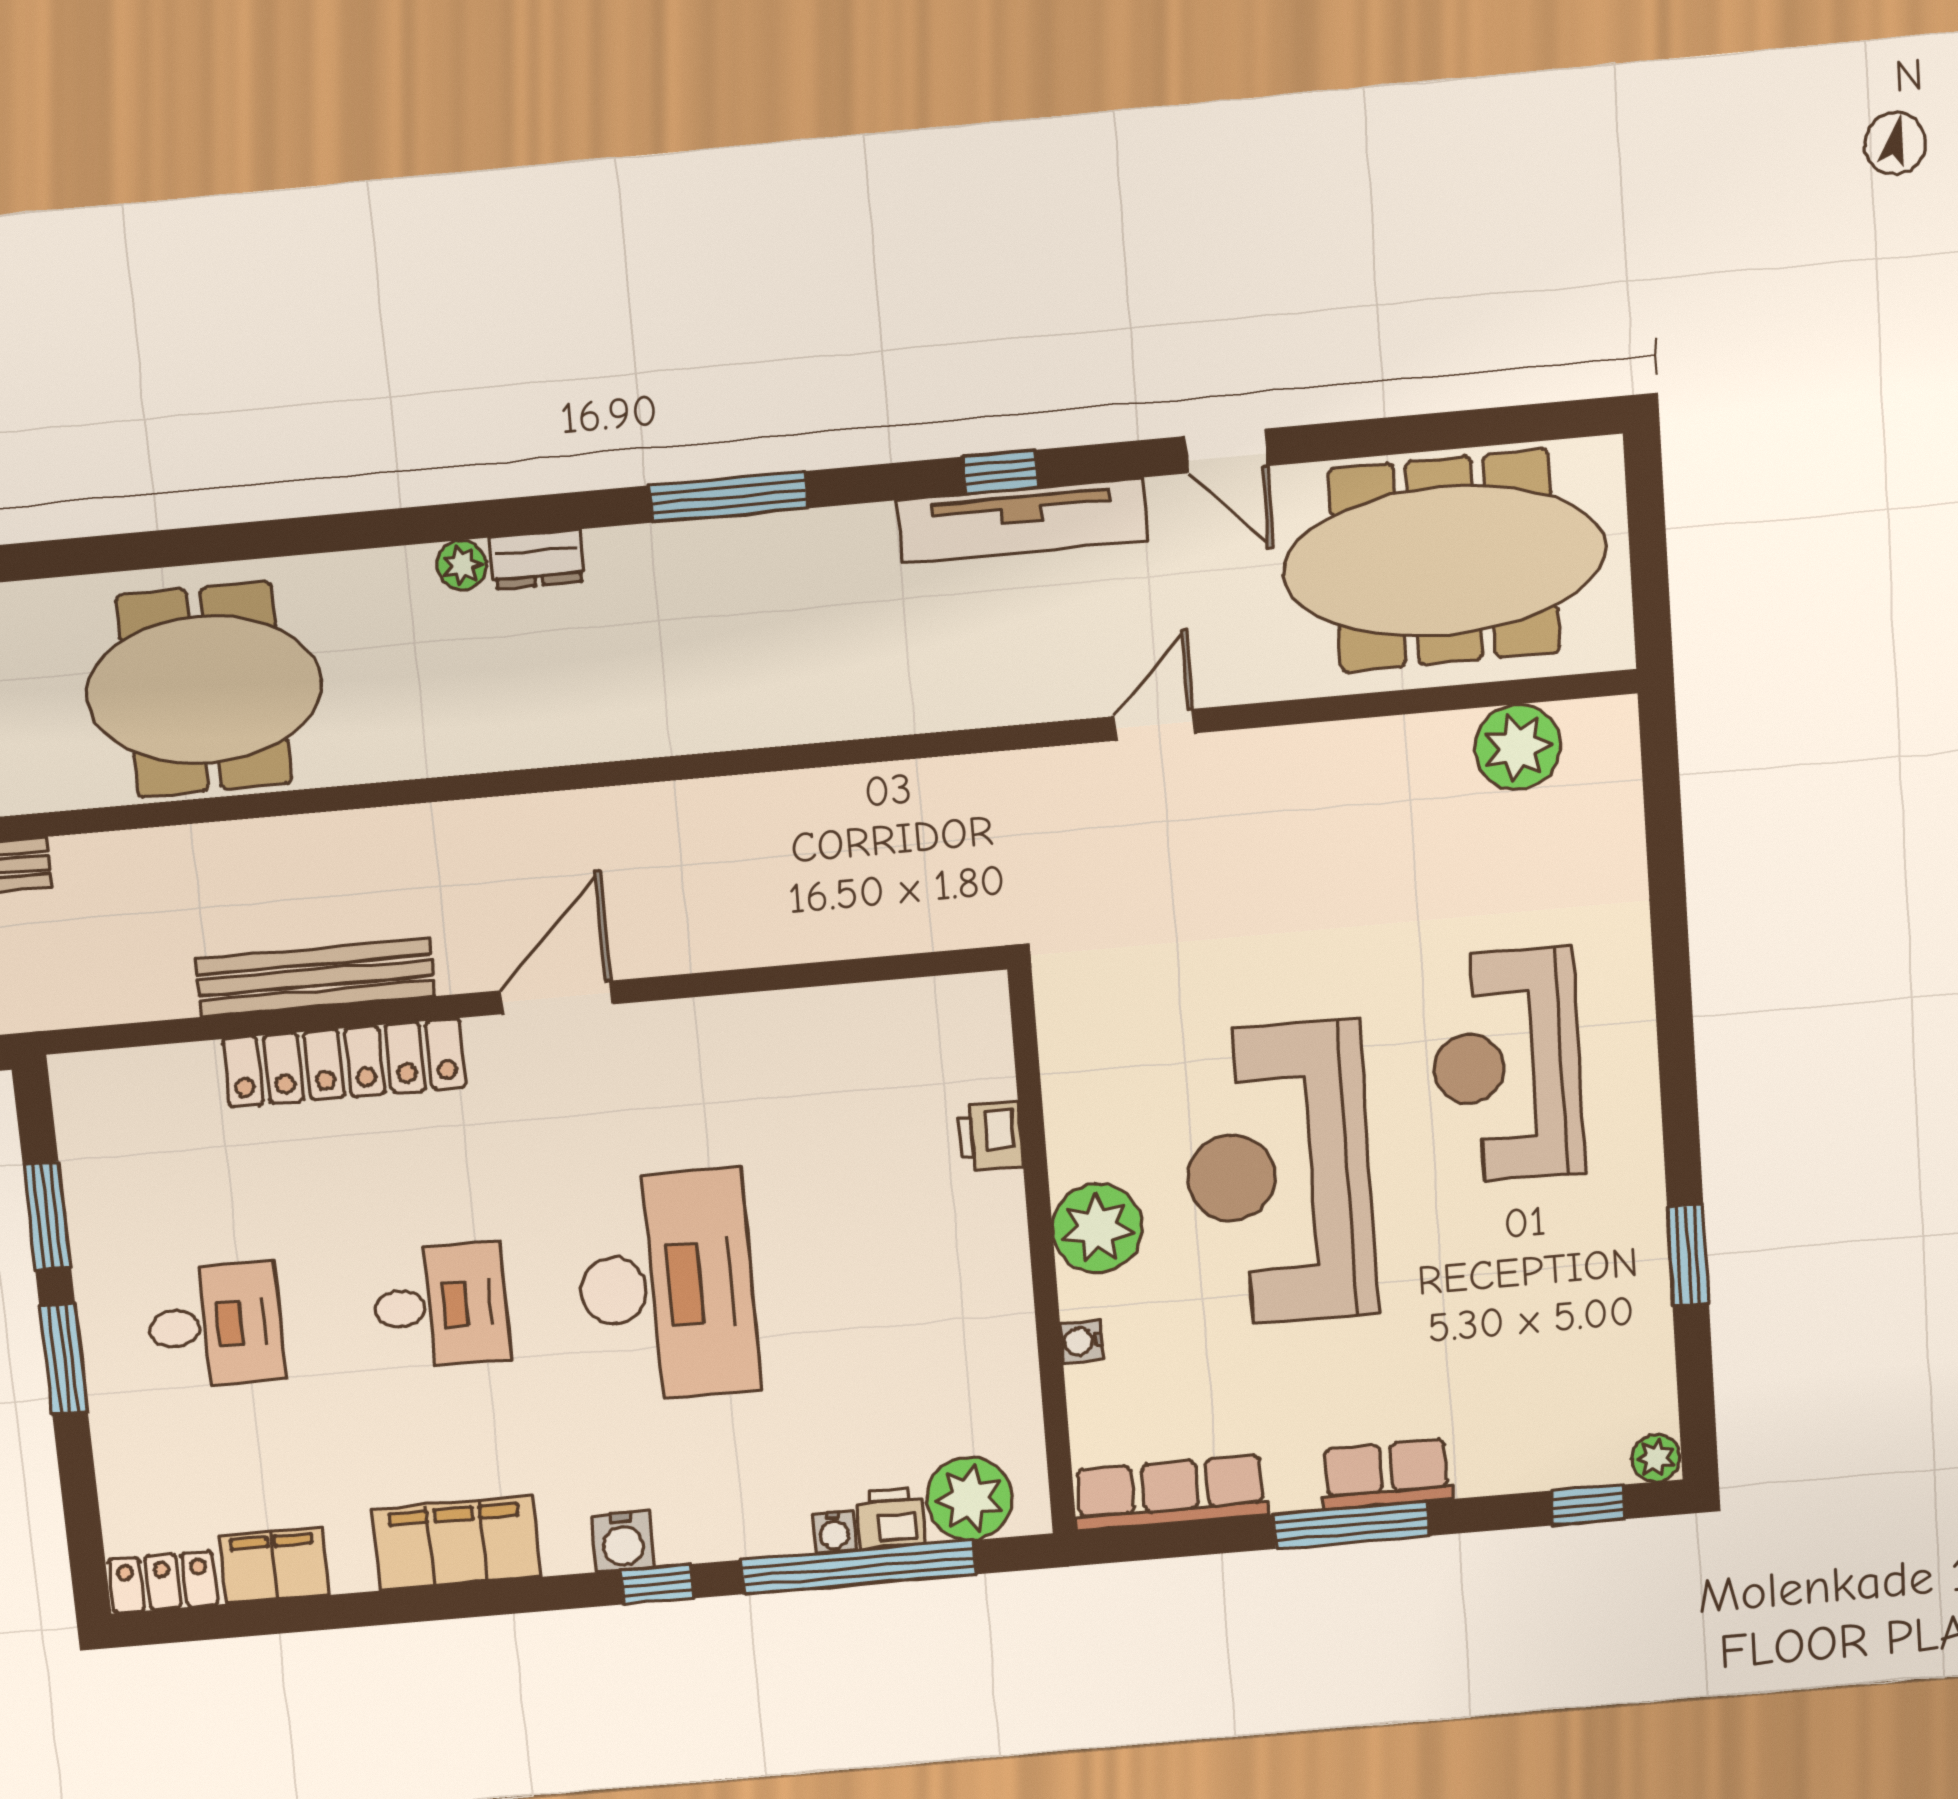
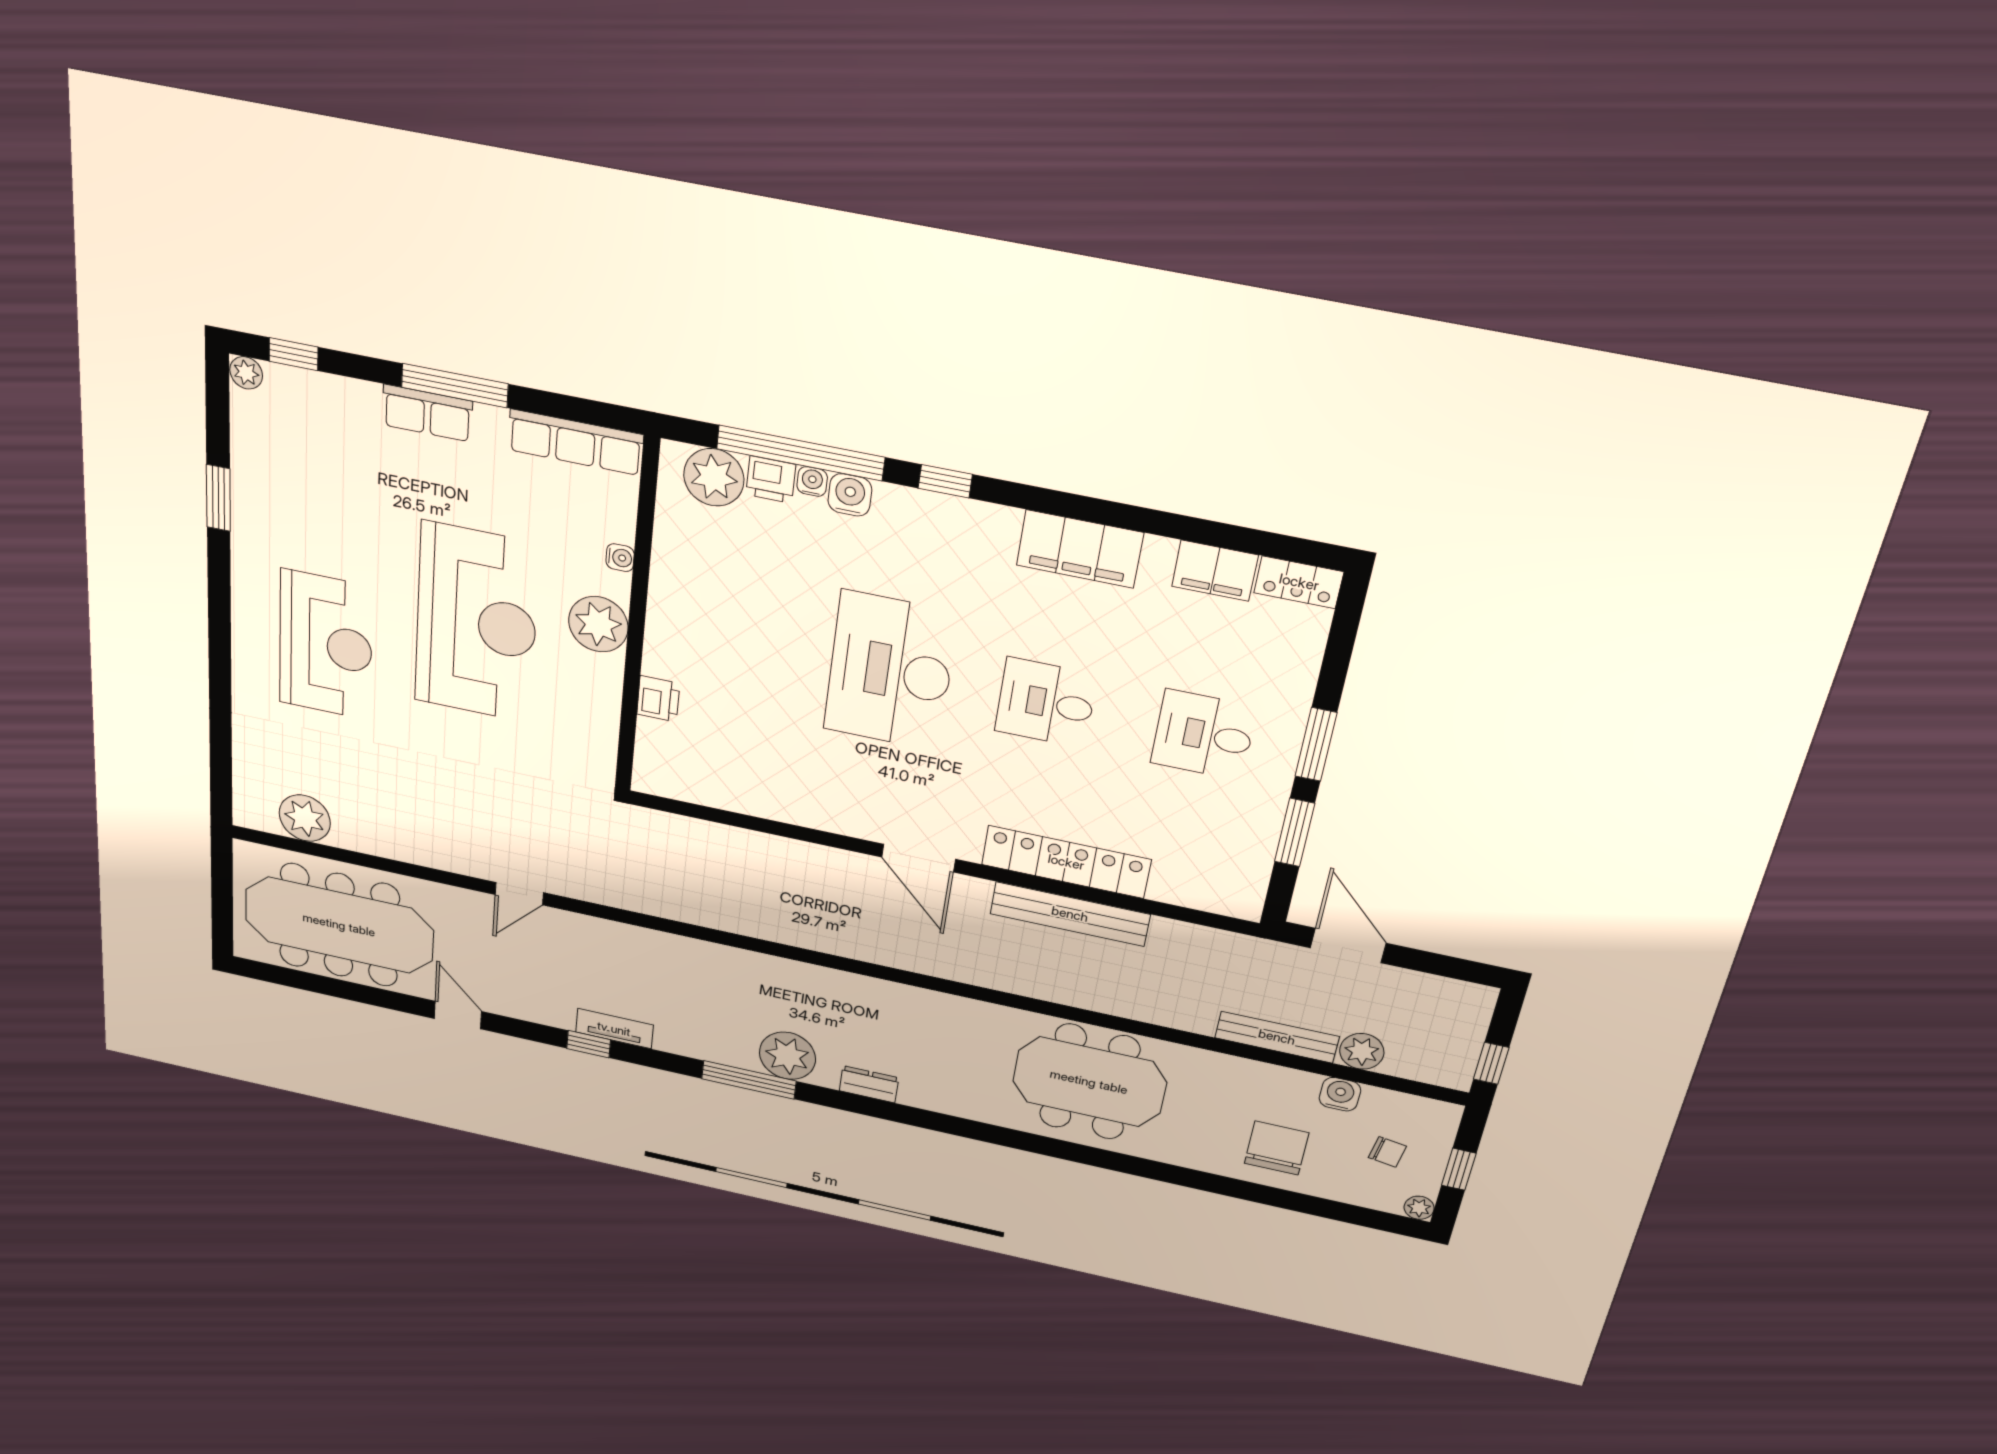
tv unit: (1022, 521) -> (614, 1029), width x0.52, depth x0.78
plant: (462, 565) -> (788, 1056), moved, width x1.88, depth x1.88
door: (557, 997) -> (919, 858), hinge flipped
water cooler: (623, 1541) -> (850, 495), moved

